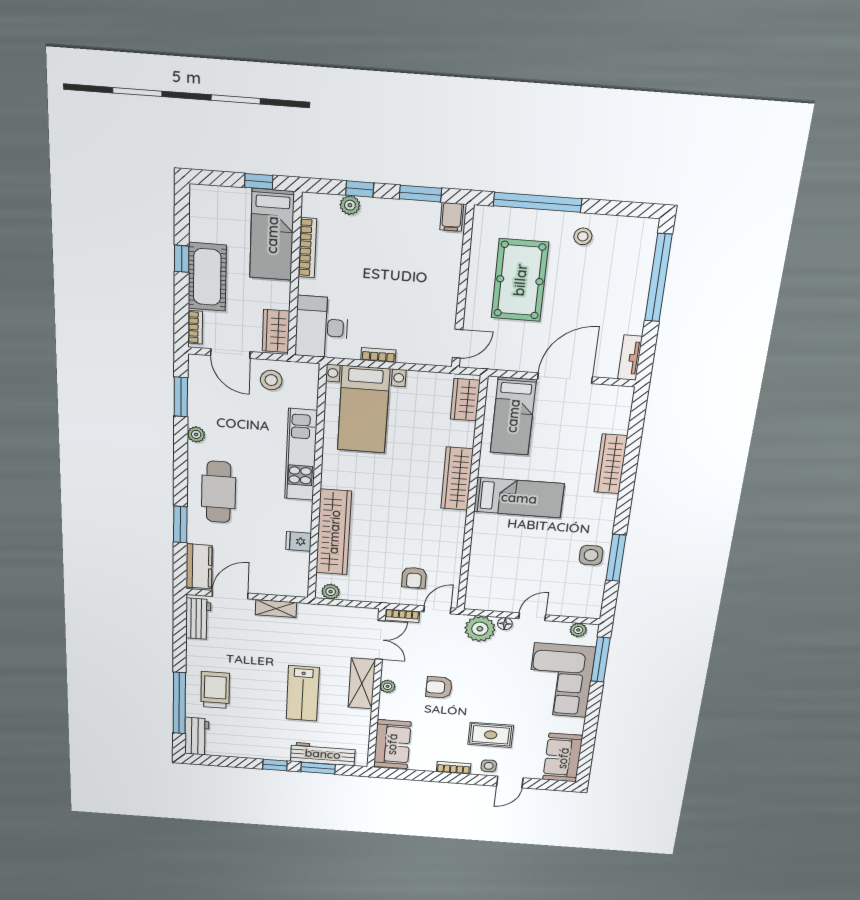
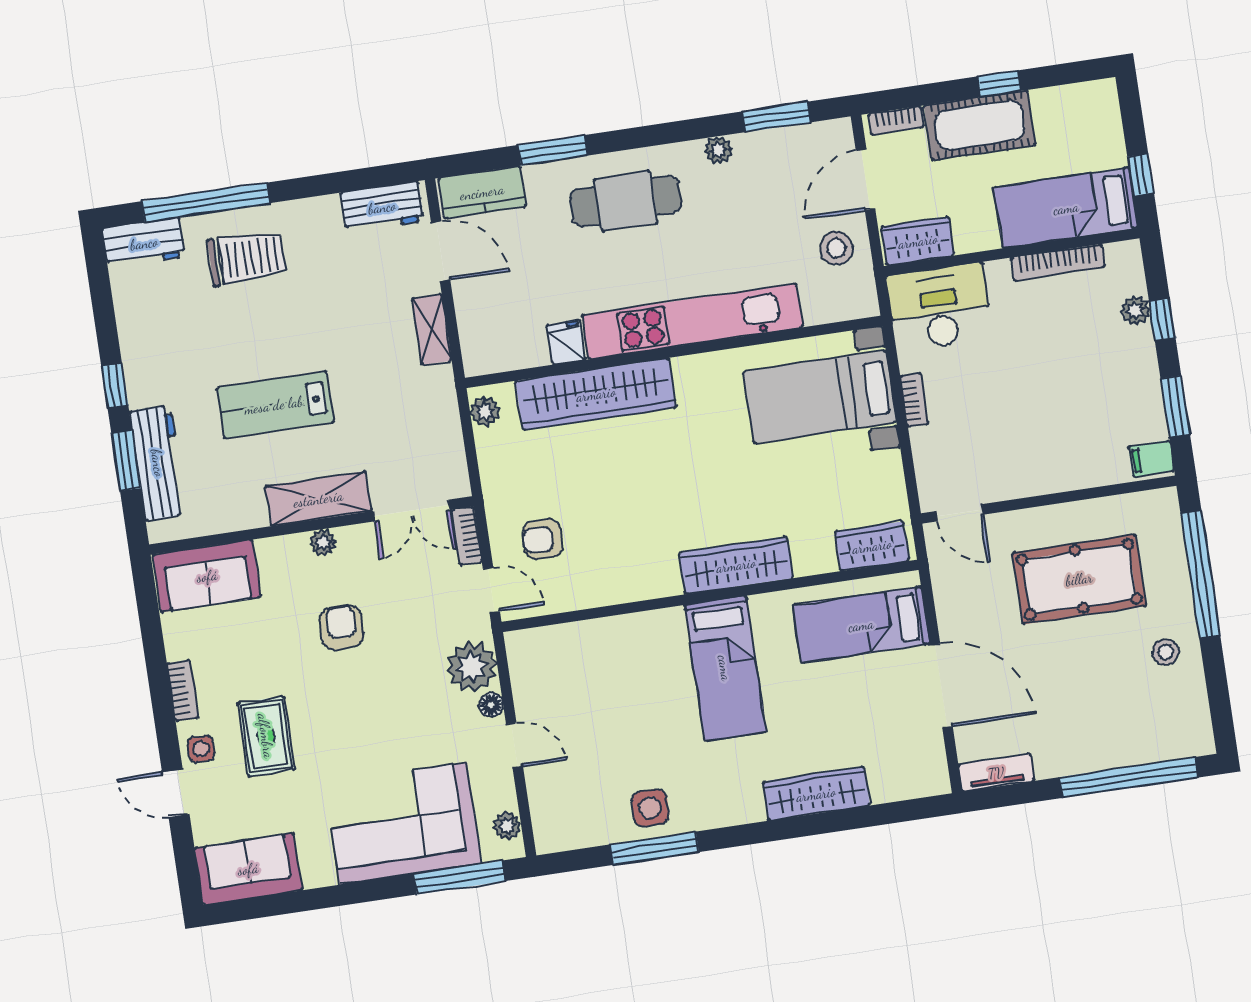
kitchen unit: (301, 455) -> (692, 321), width x1.36

